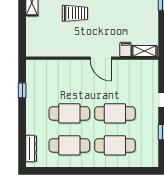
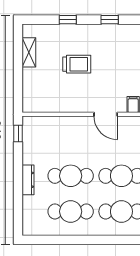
window: (22, 90) -> (18, 133), moved
dresser: (31, 148) -> (28, 180), moved

